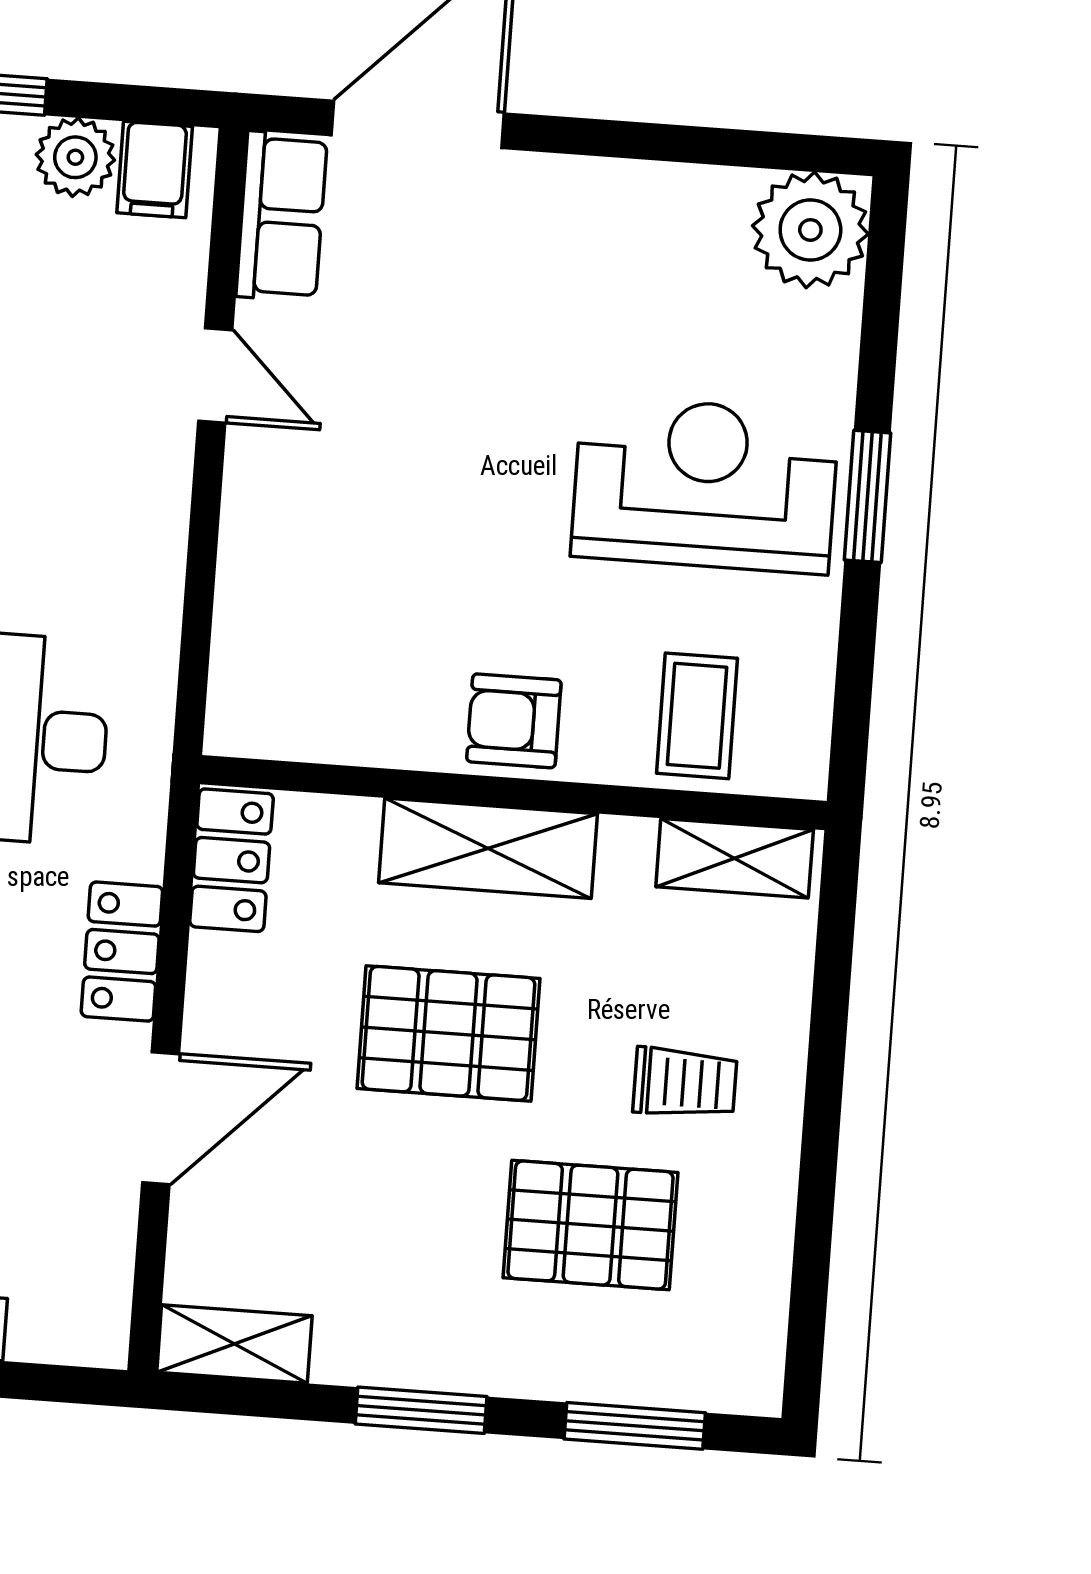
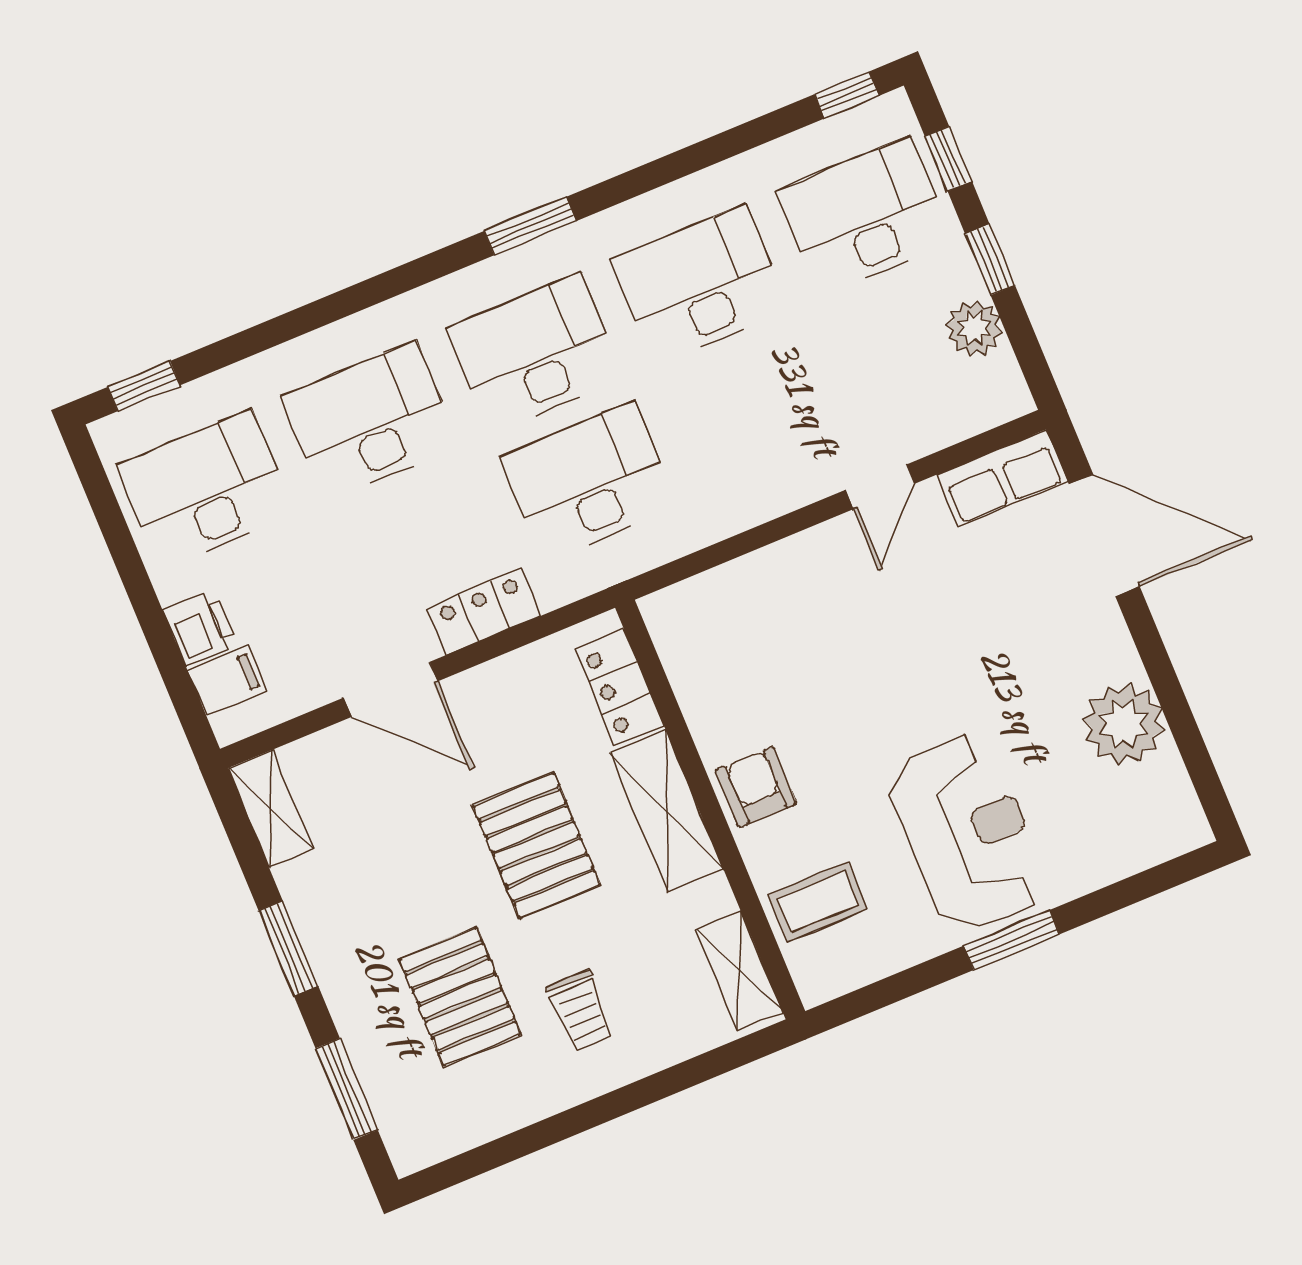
filing cabinet: (155, 170) -> (227, 681), moved, turned 180
plant: (810, 230) -> (1124, 724), moved
locker: (231, 860) -> (620, 688), moved, turned 90

